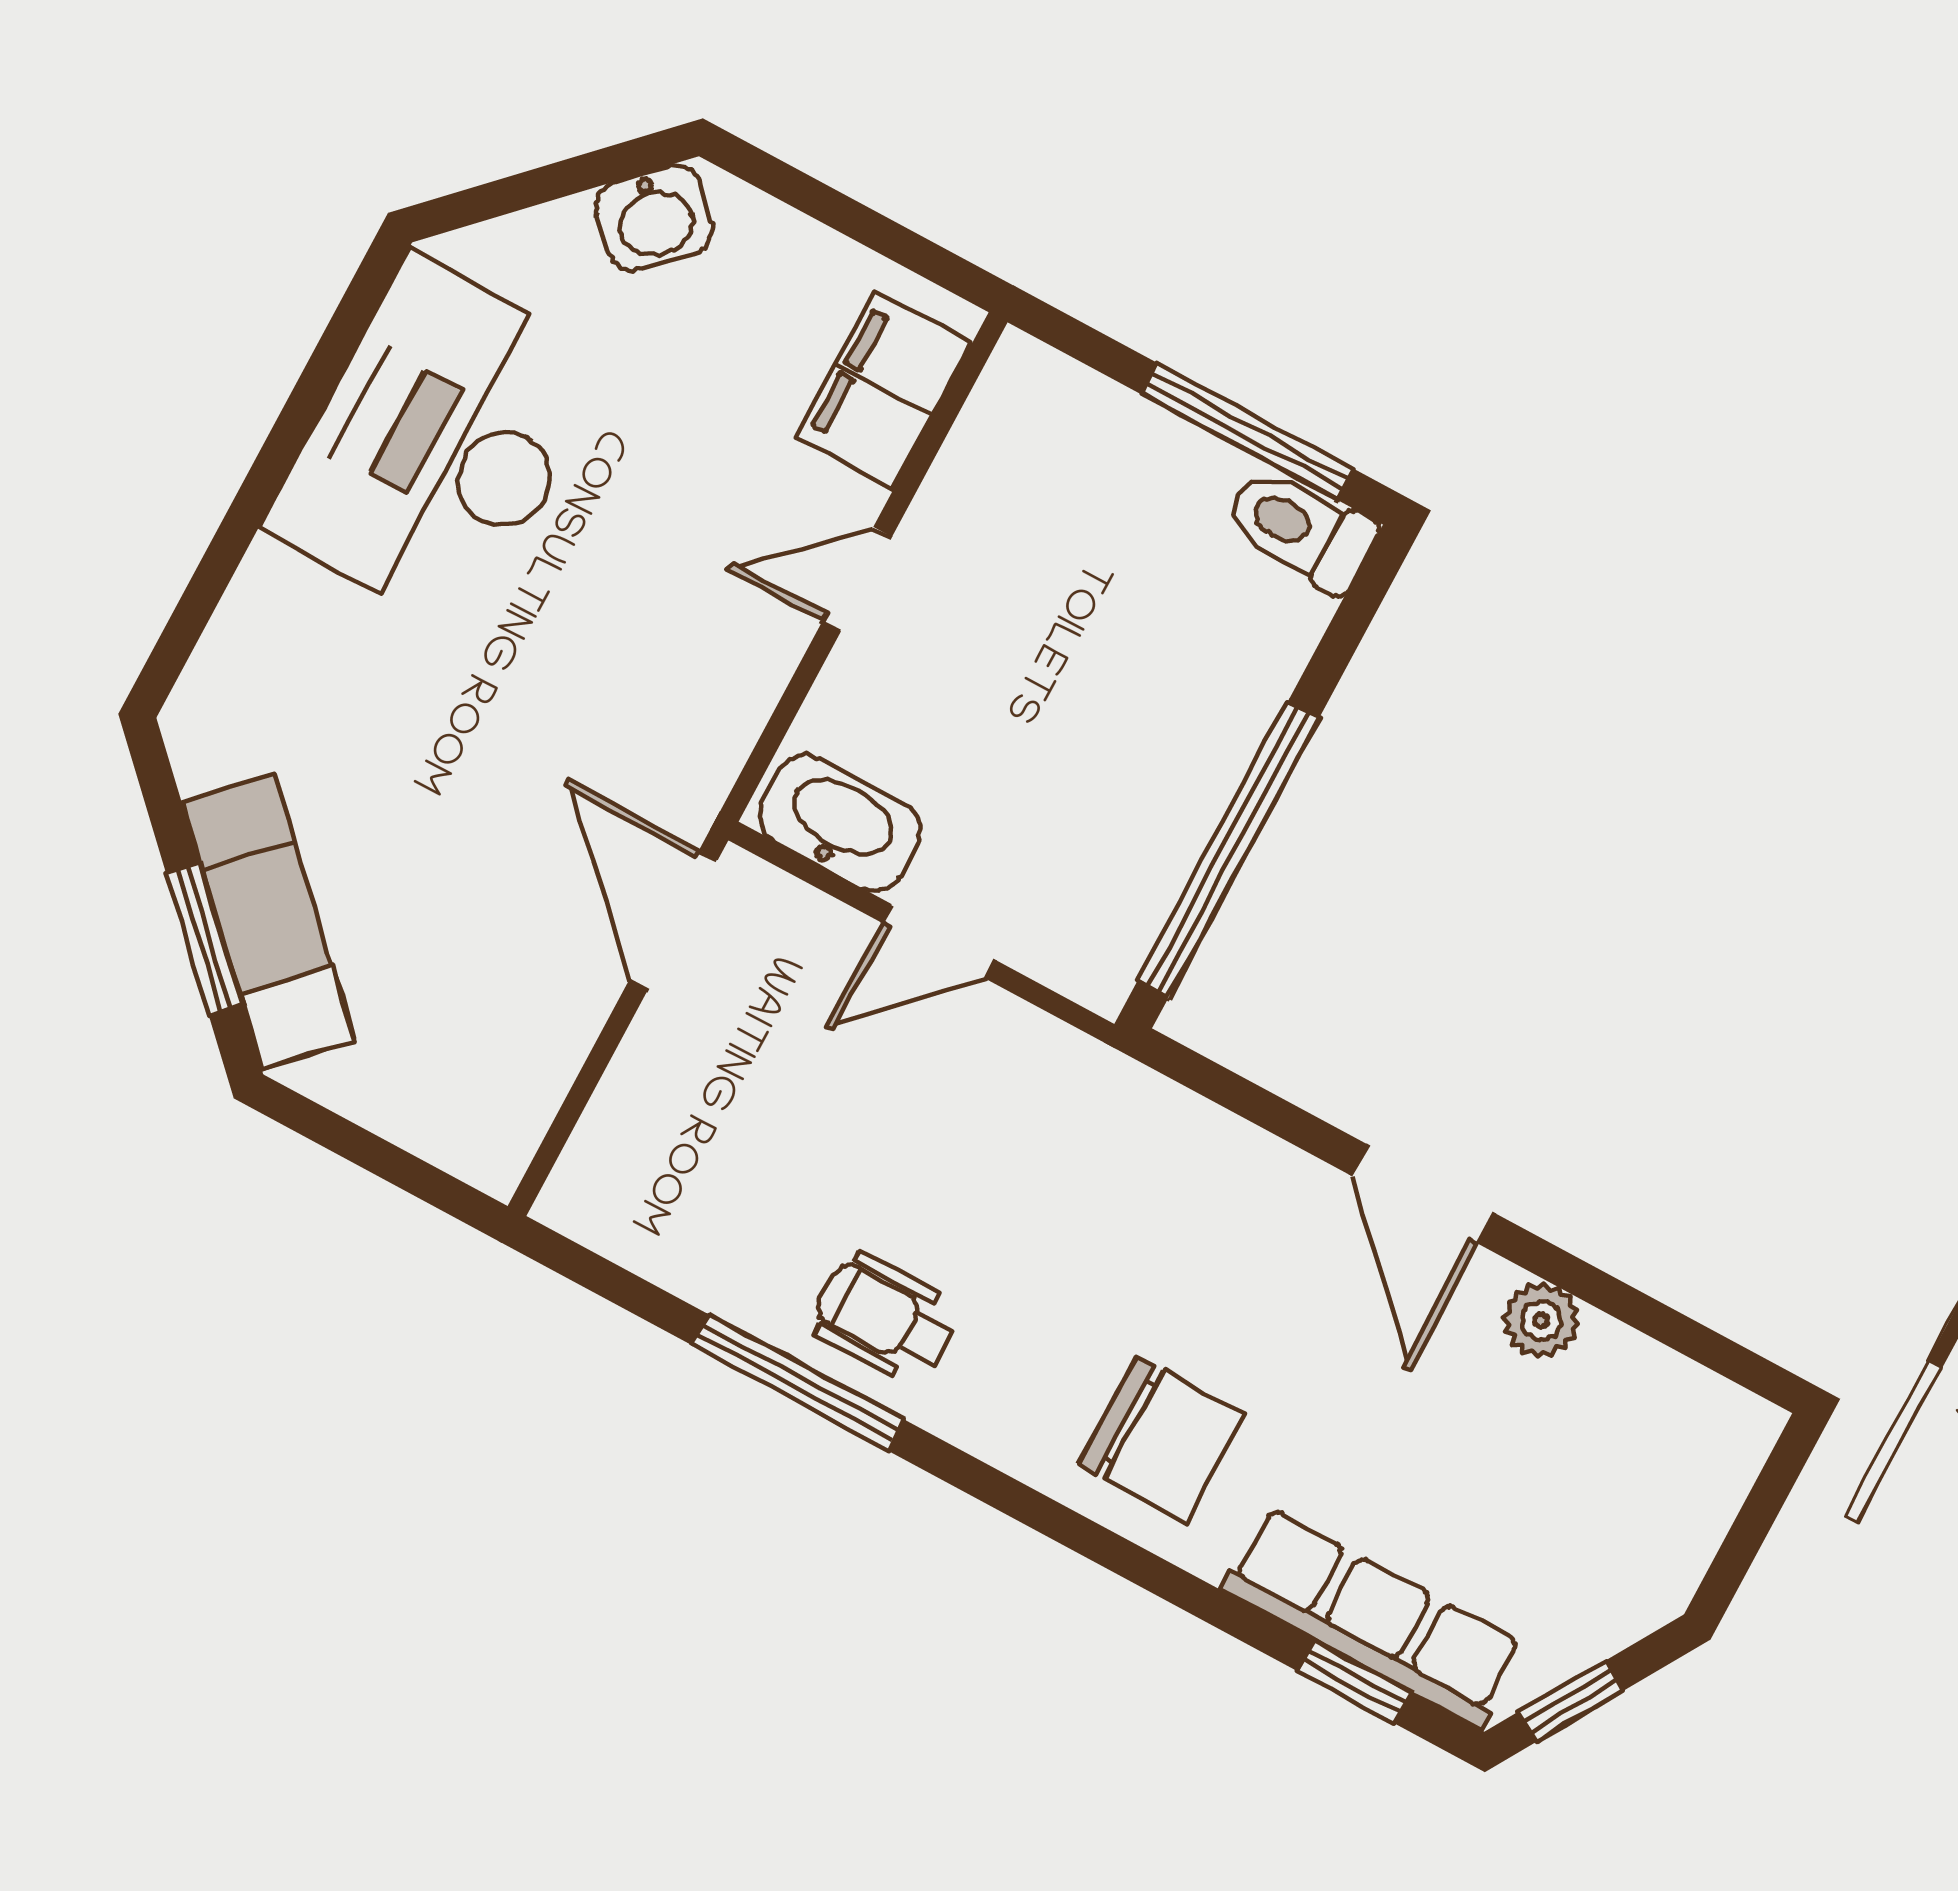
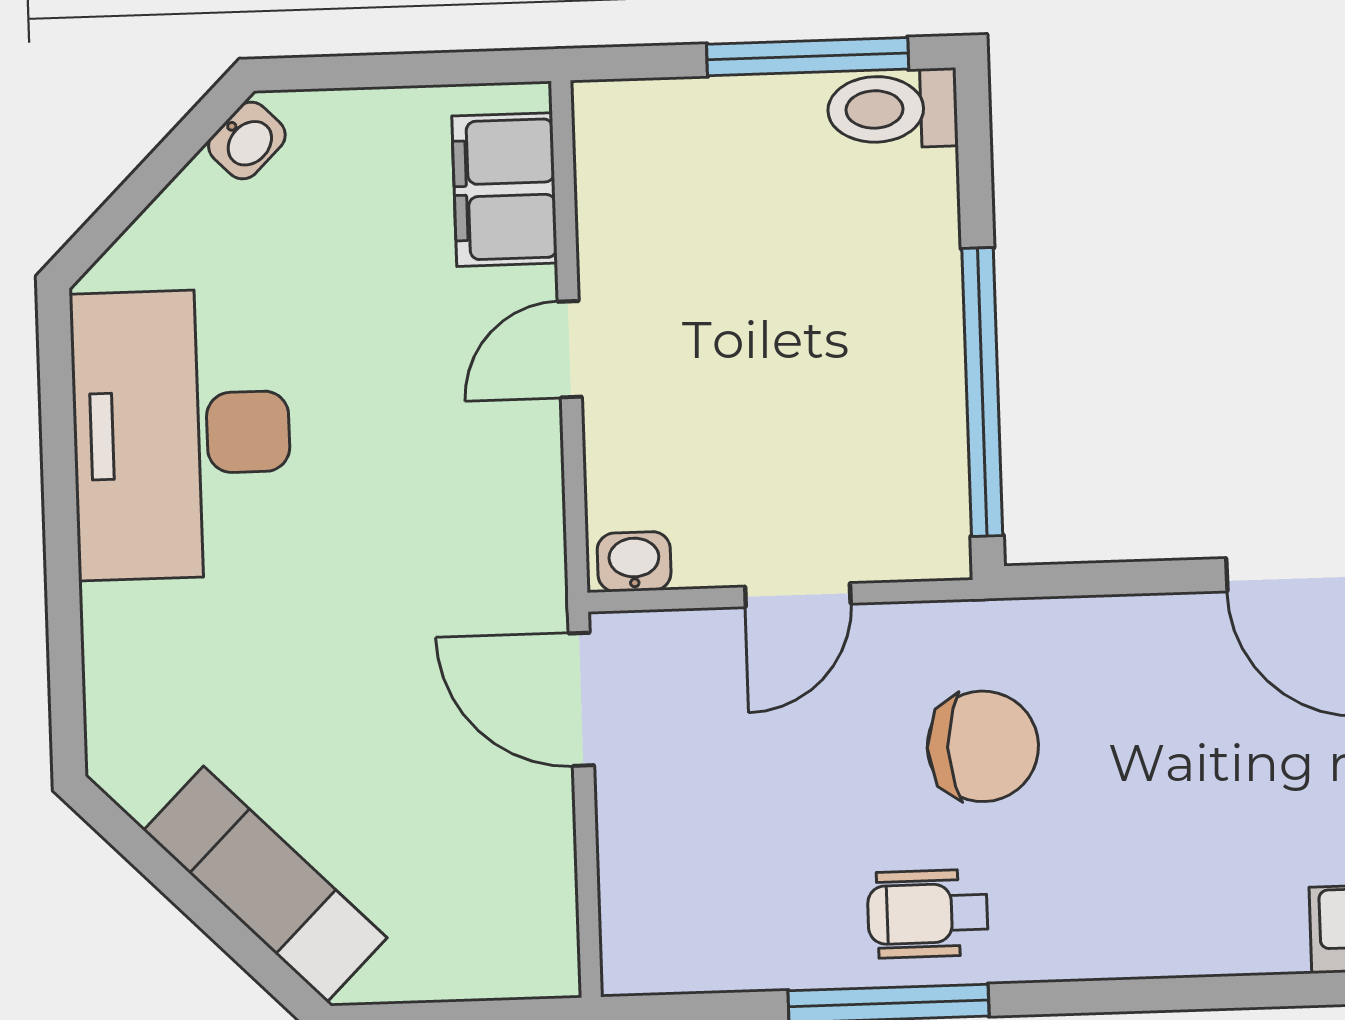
washbasin: (654, 218) -> (247, 141), width x0.72, depth x0.69
washbasin: (840, 823) -> (634, 562), width x0.52, depth x0.69
window: (204, 938) -> (223, 927), removed
chair: (1162, 1439) -> (983, 746), moved

